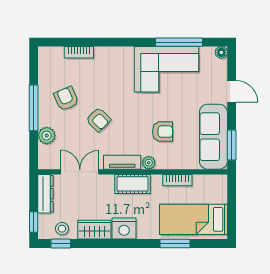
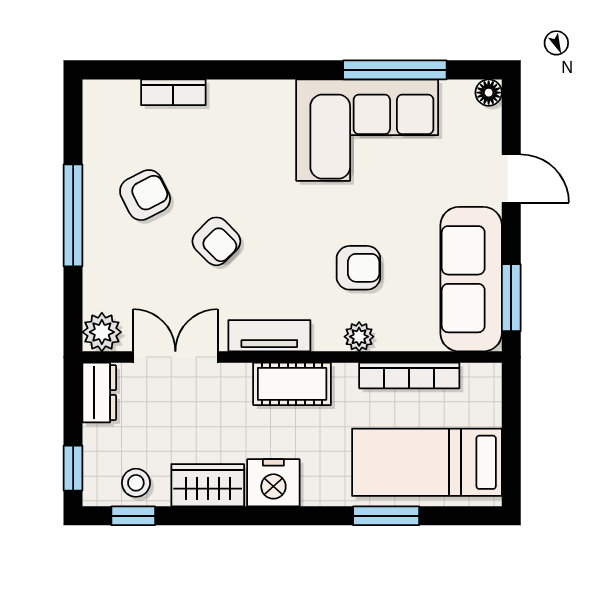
armchair: (66, 99) -> (145, 195), turned 86
plant: (47, 136) -> (102, 332), moved
plant: (149, 163) -> (359, 337), moved
bookcase: (177, 180) -> (409, 376), width x1.56
dresser: (45, 194) -> (99, 393), width x0.70

